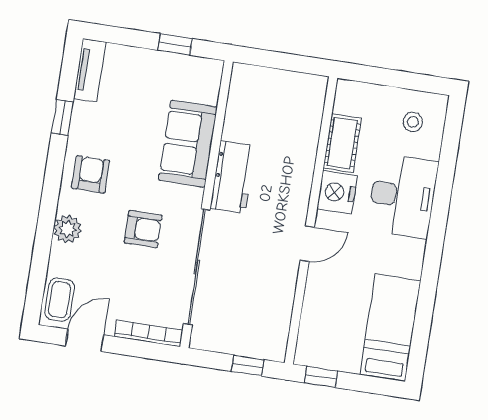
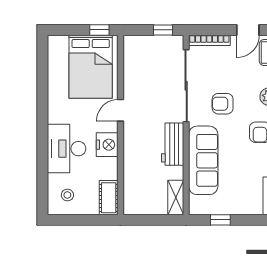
shelving: (241, 91) -> (176, 198), added
cot: (342, 143) -> (109, 198), moved
sofa: (188, 144) -> (203, 160), width x1.36
bed: (390, 328) -> (91, 67), moved, width x1.50
window: (248, 366) -> (163, 30), moved

